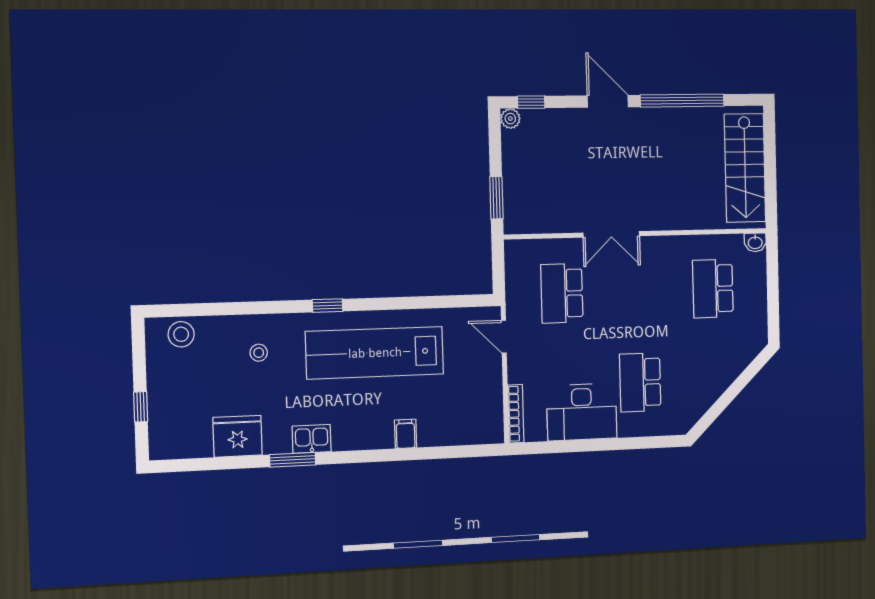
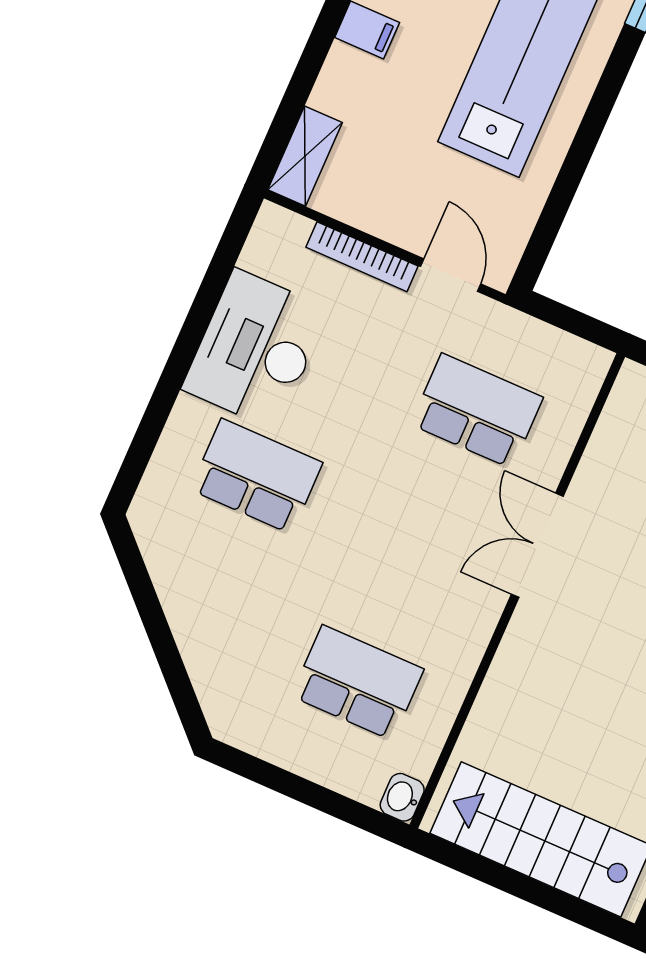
door: (504, 337) -> (451, 275), hinge flipped
bookcase: (516, 414) -> (362, 257), moved
shelving: (480, 434) -> (305, 156), added

